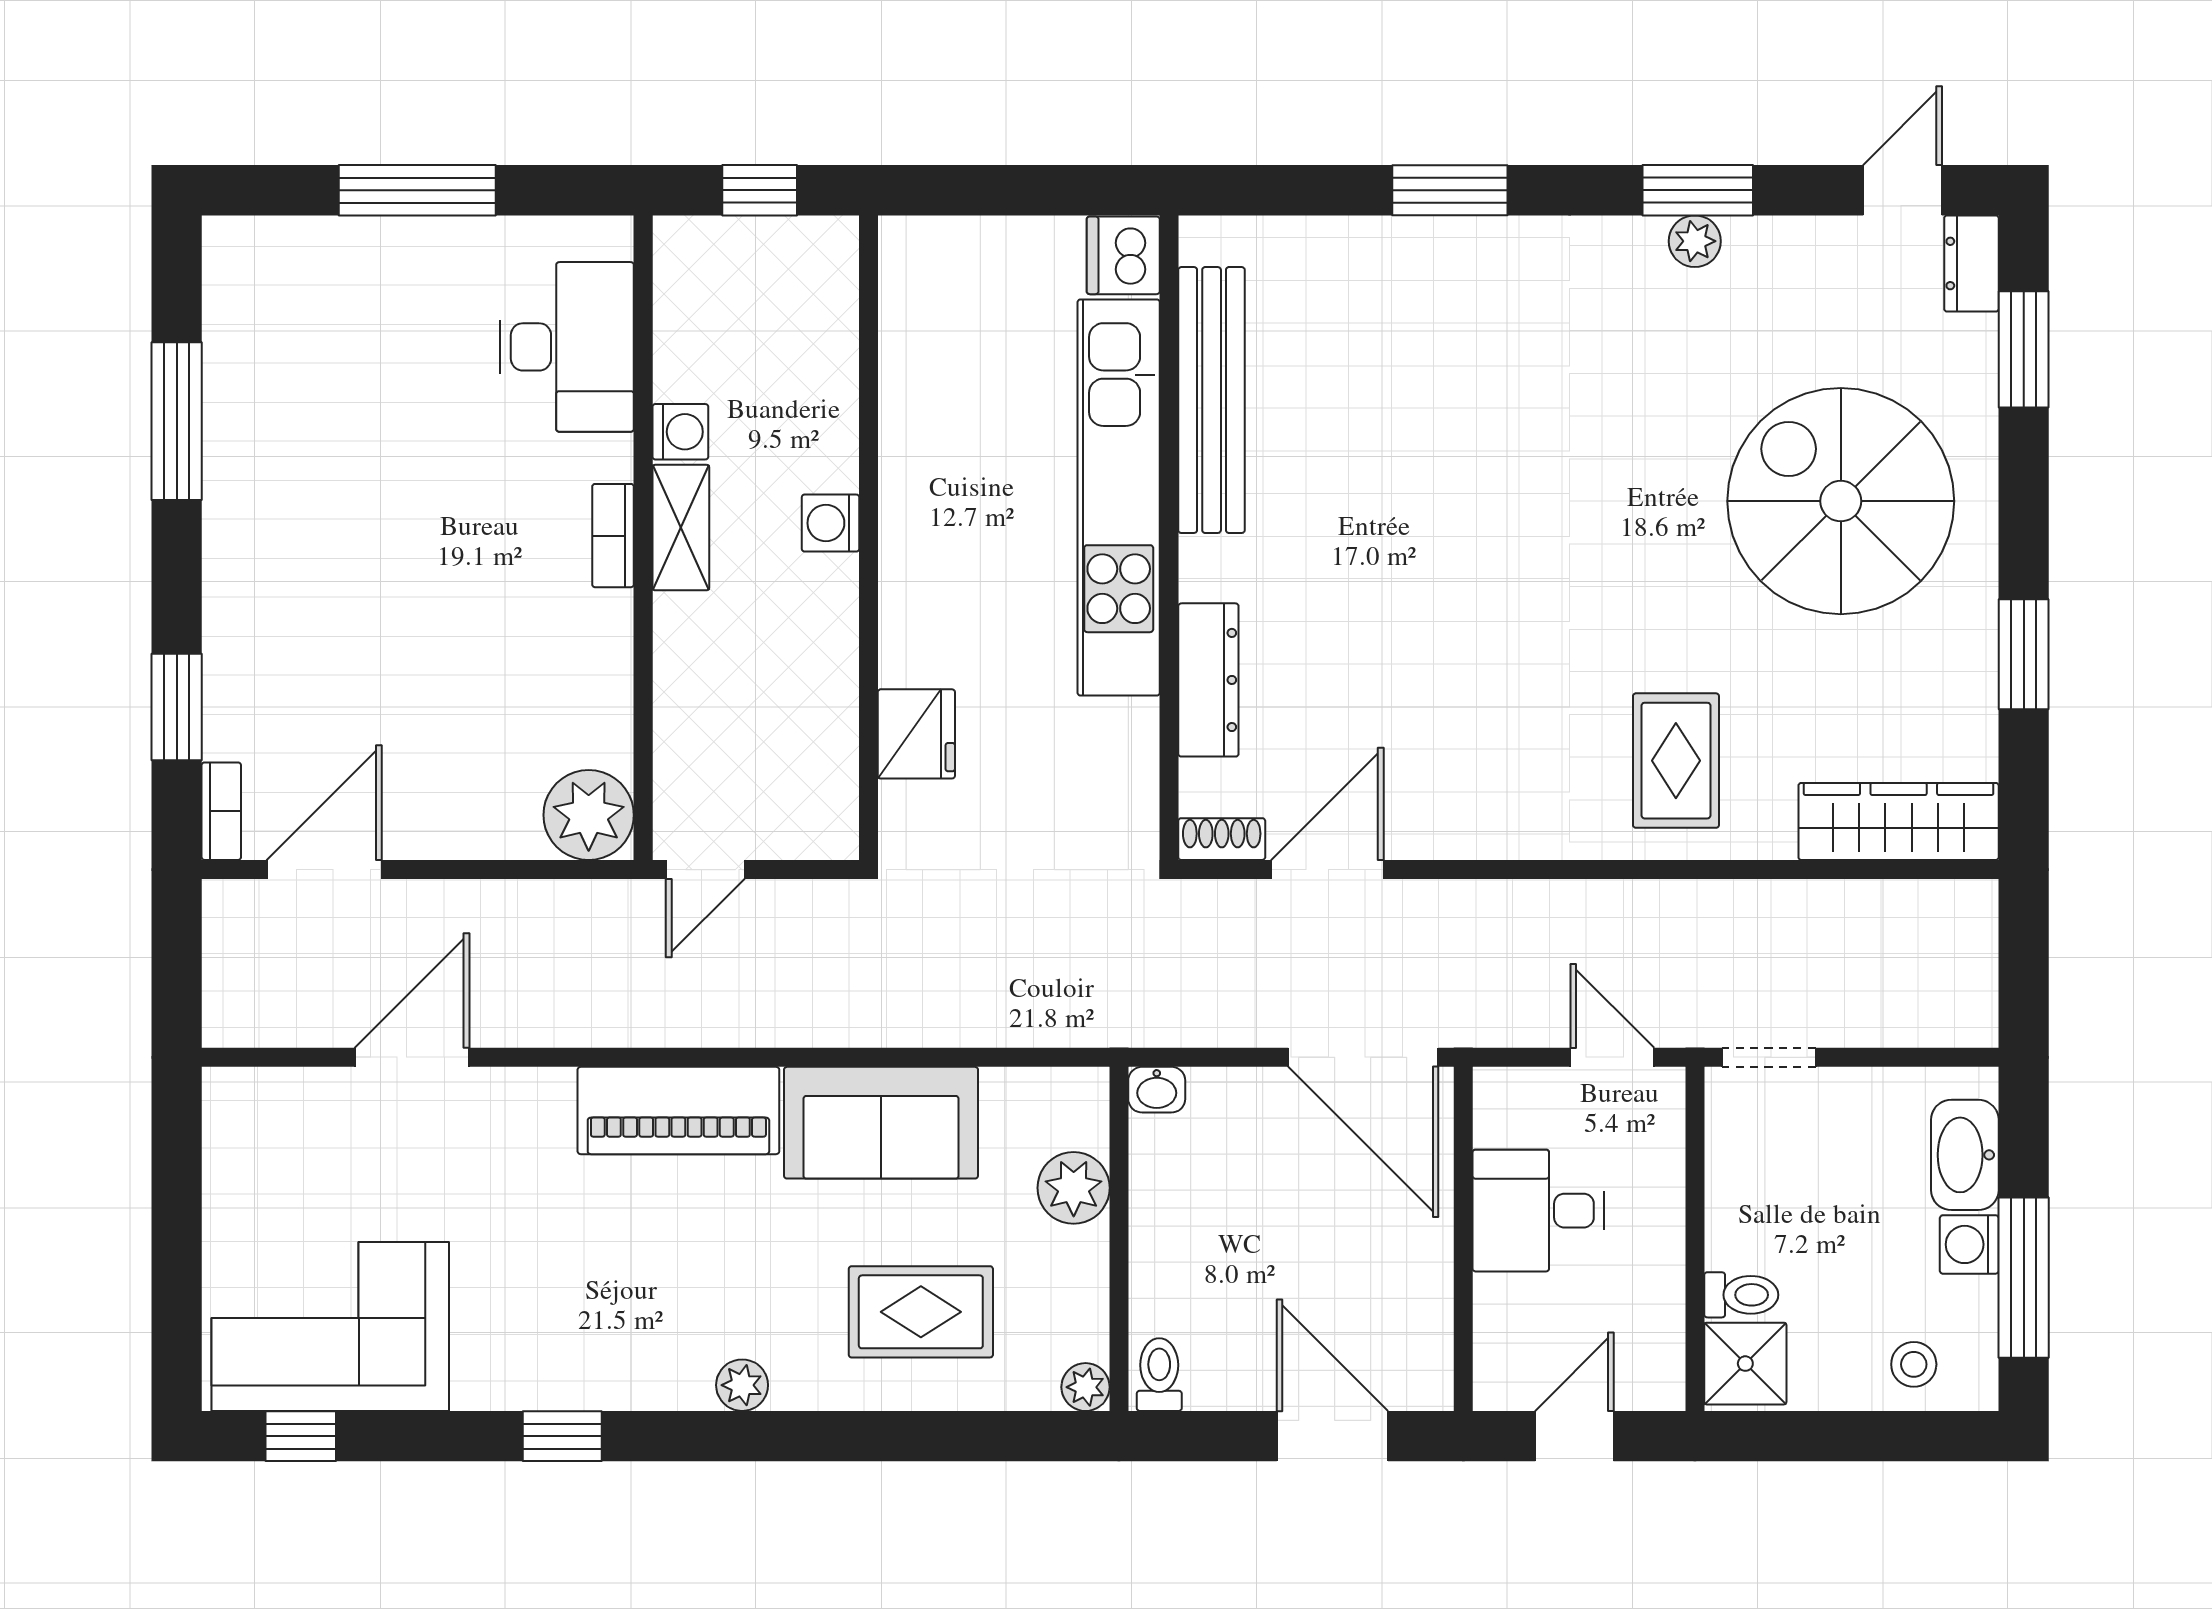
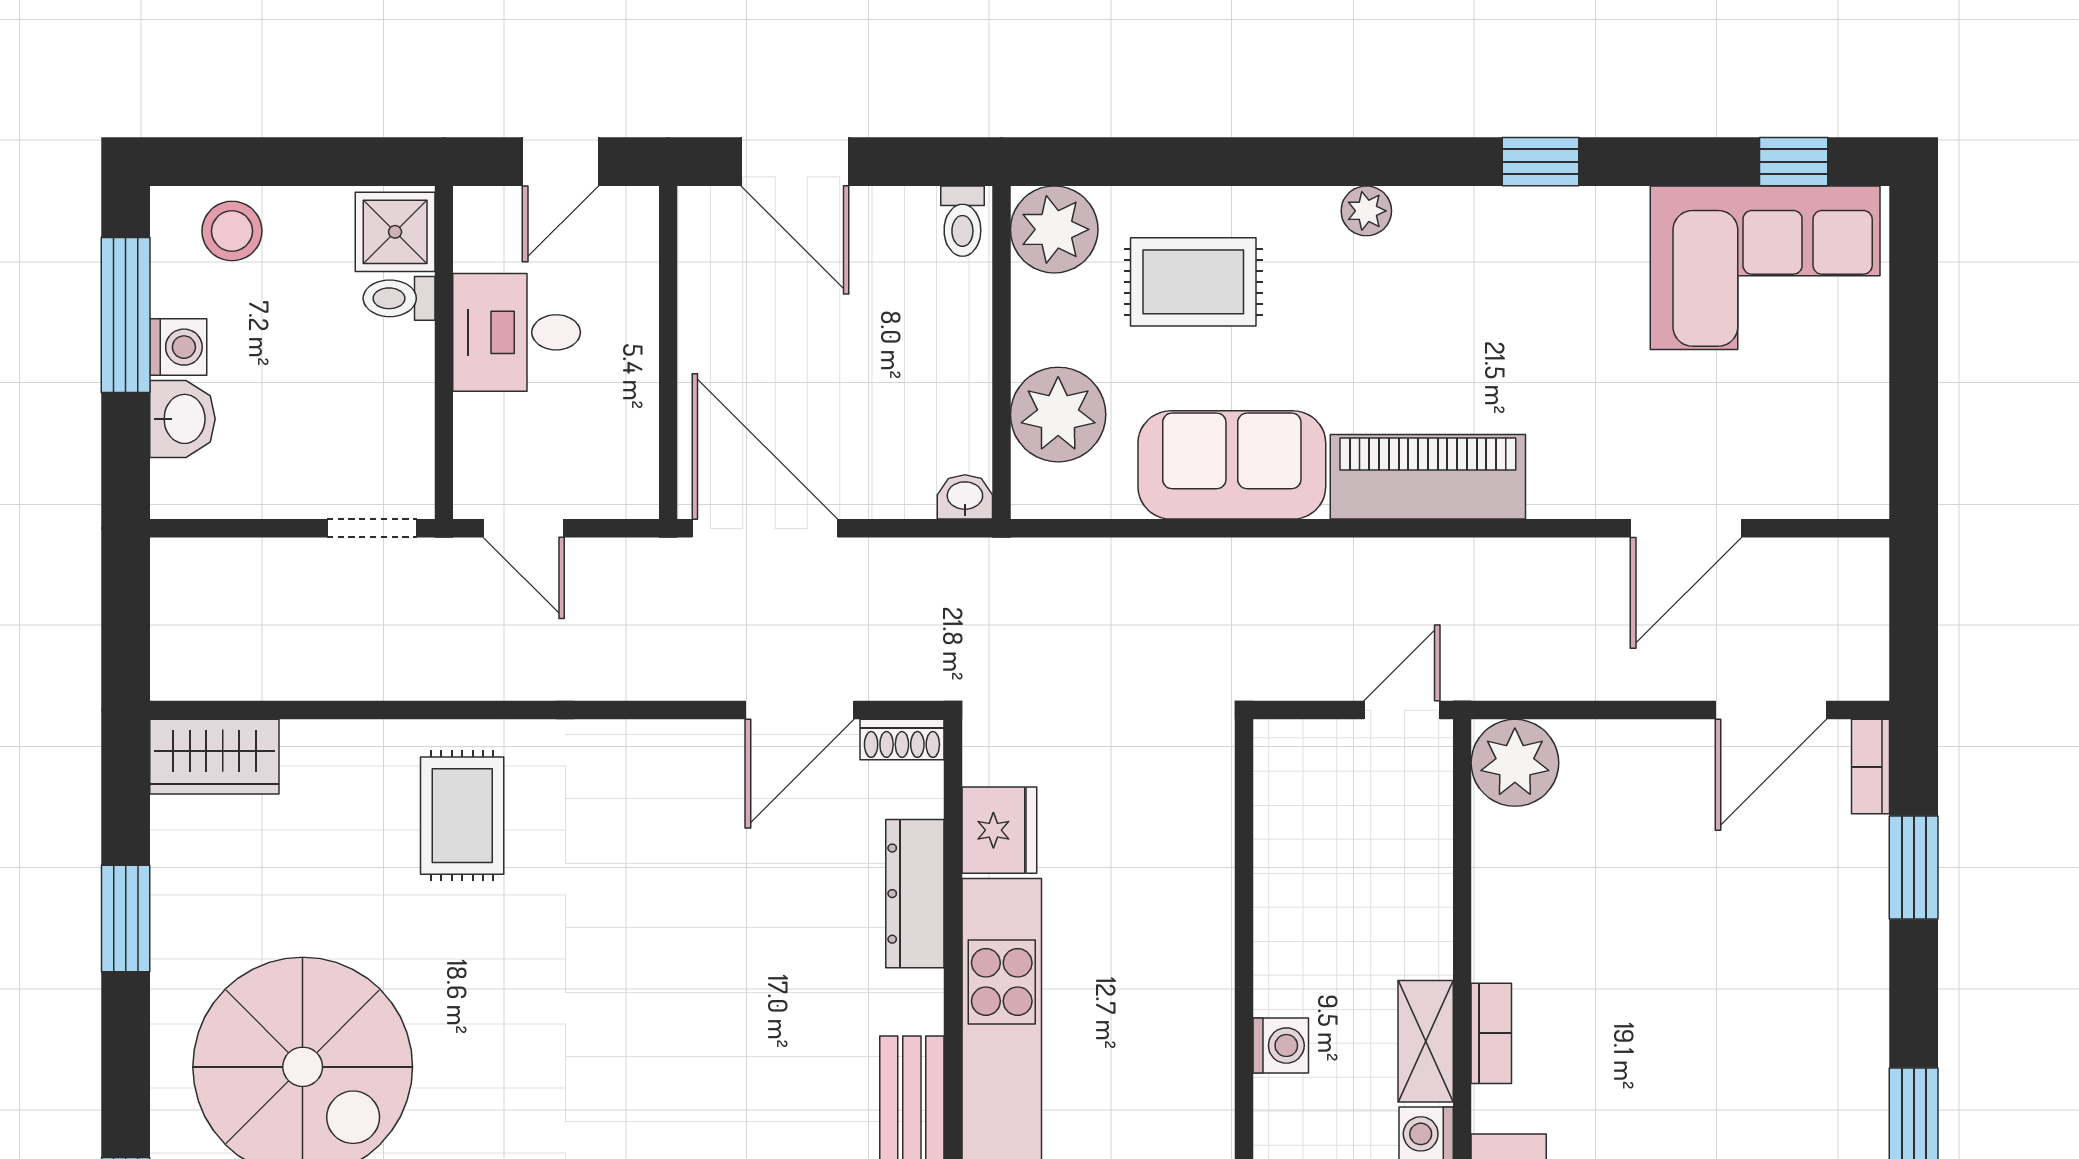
fridge: (916, 734) -> (999, 830), moved, turned 180
wardrobe: (1899, 821) -> (214, 757), width x0.67
washbasin: (1965, 1155) -> (183, 419), width x0.72
plant: (1074, 1188) -> (1058, 415), width x1.36, depth x1.36
desk: (1538, 1211) -> (517, 332), moved, turned 180
stool: (1914, 1364) -> (232, 231), width x1.37, depth x1.37
plant: (1086, 1387) -> (1054, 229), width x1.88, depth x1.88

